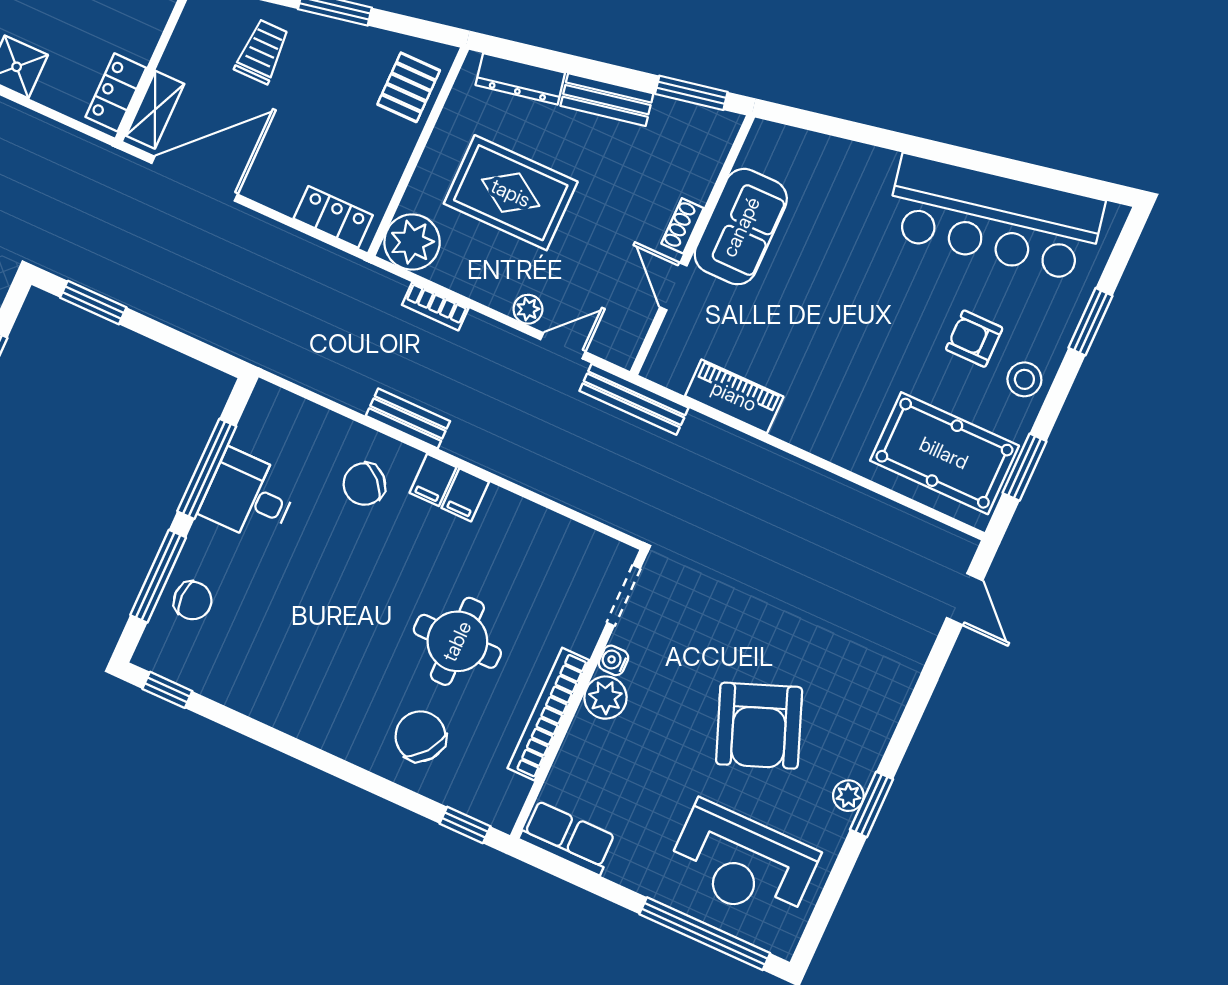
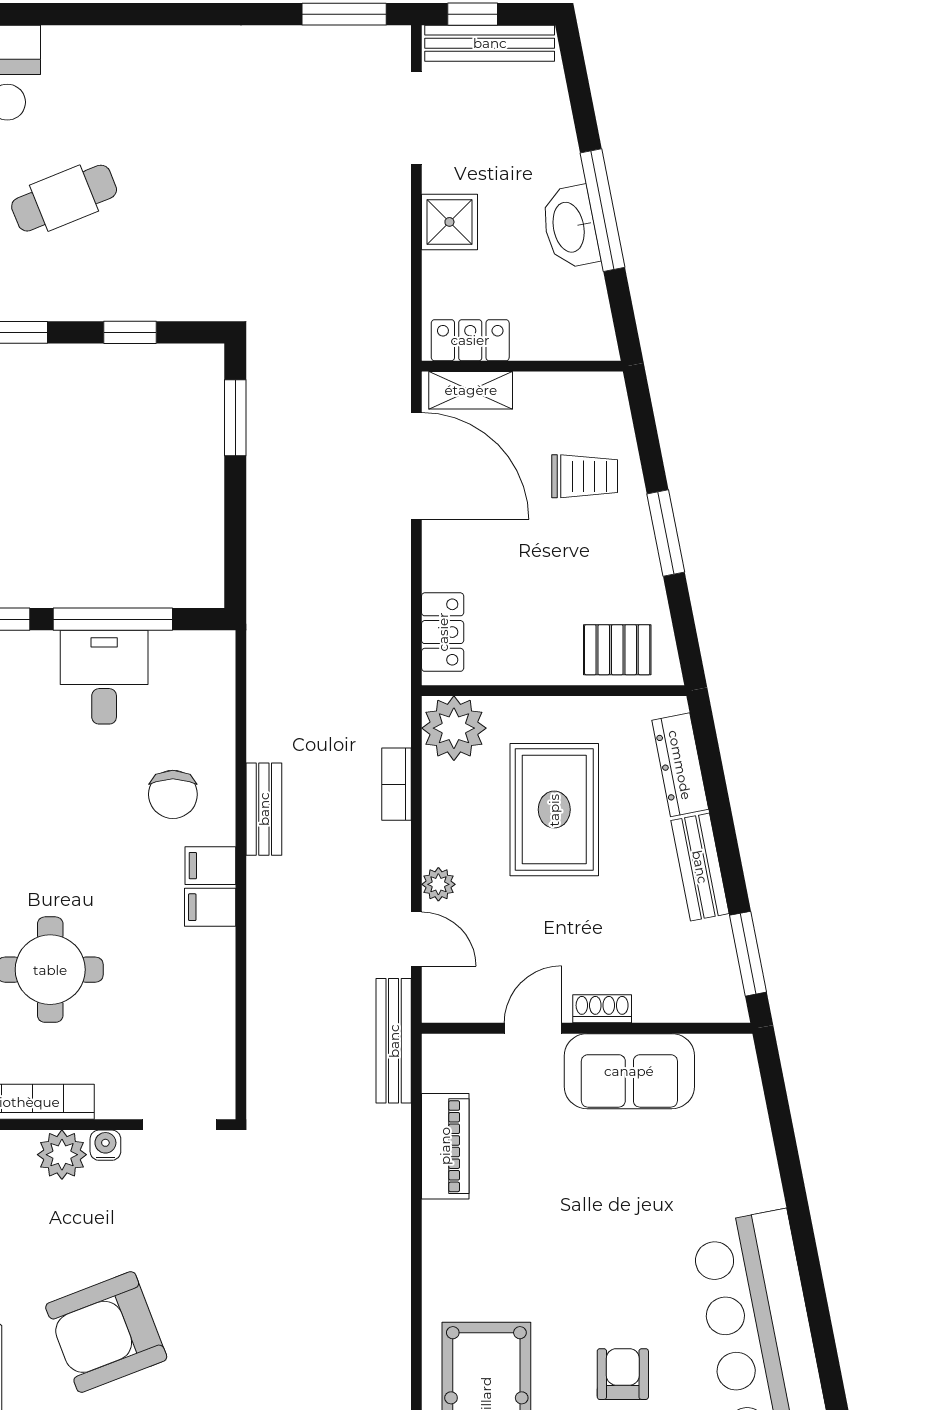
chair: (364, 484) -> (173, 794), turned -135

